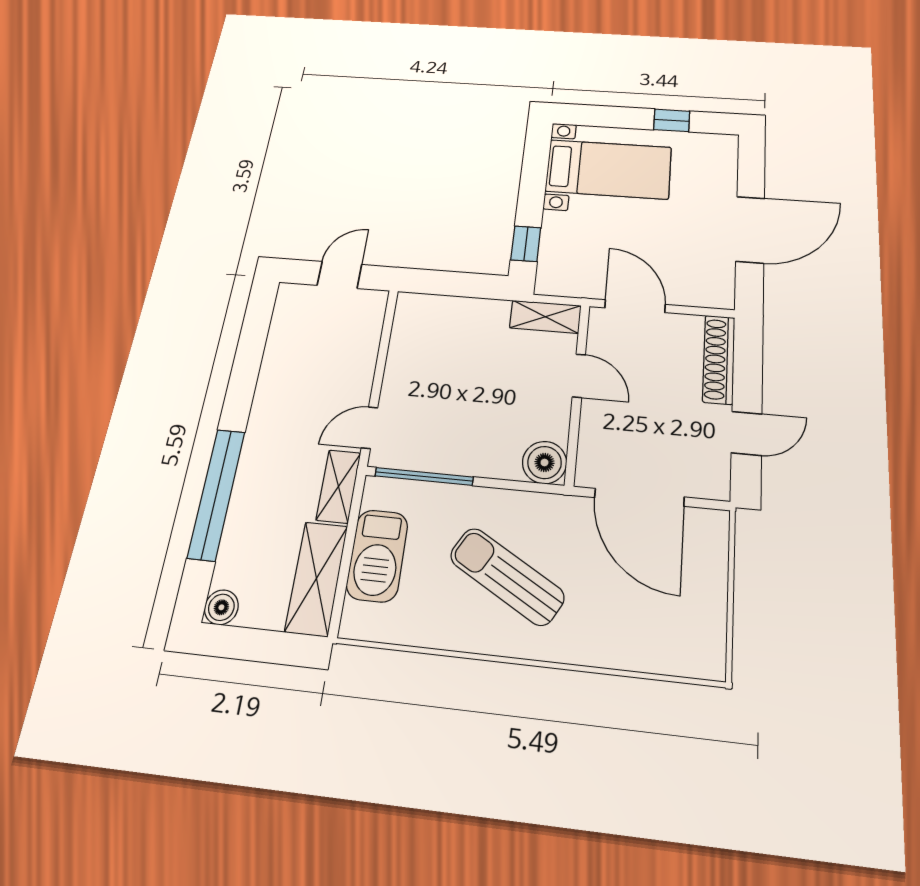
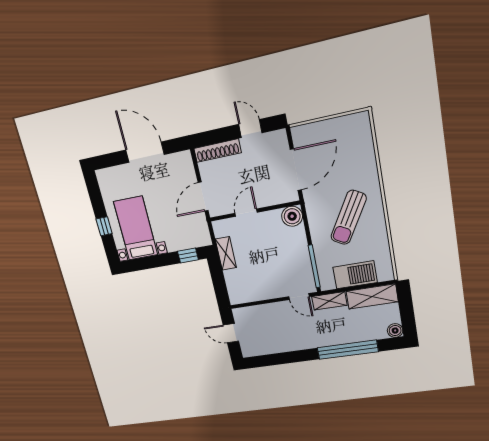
window: (672, 120) -> (104, 226), moved
shelving: (545, 317) -> (226, 253), moved

